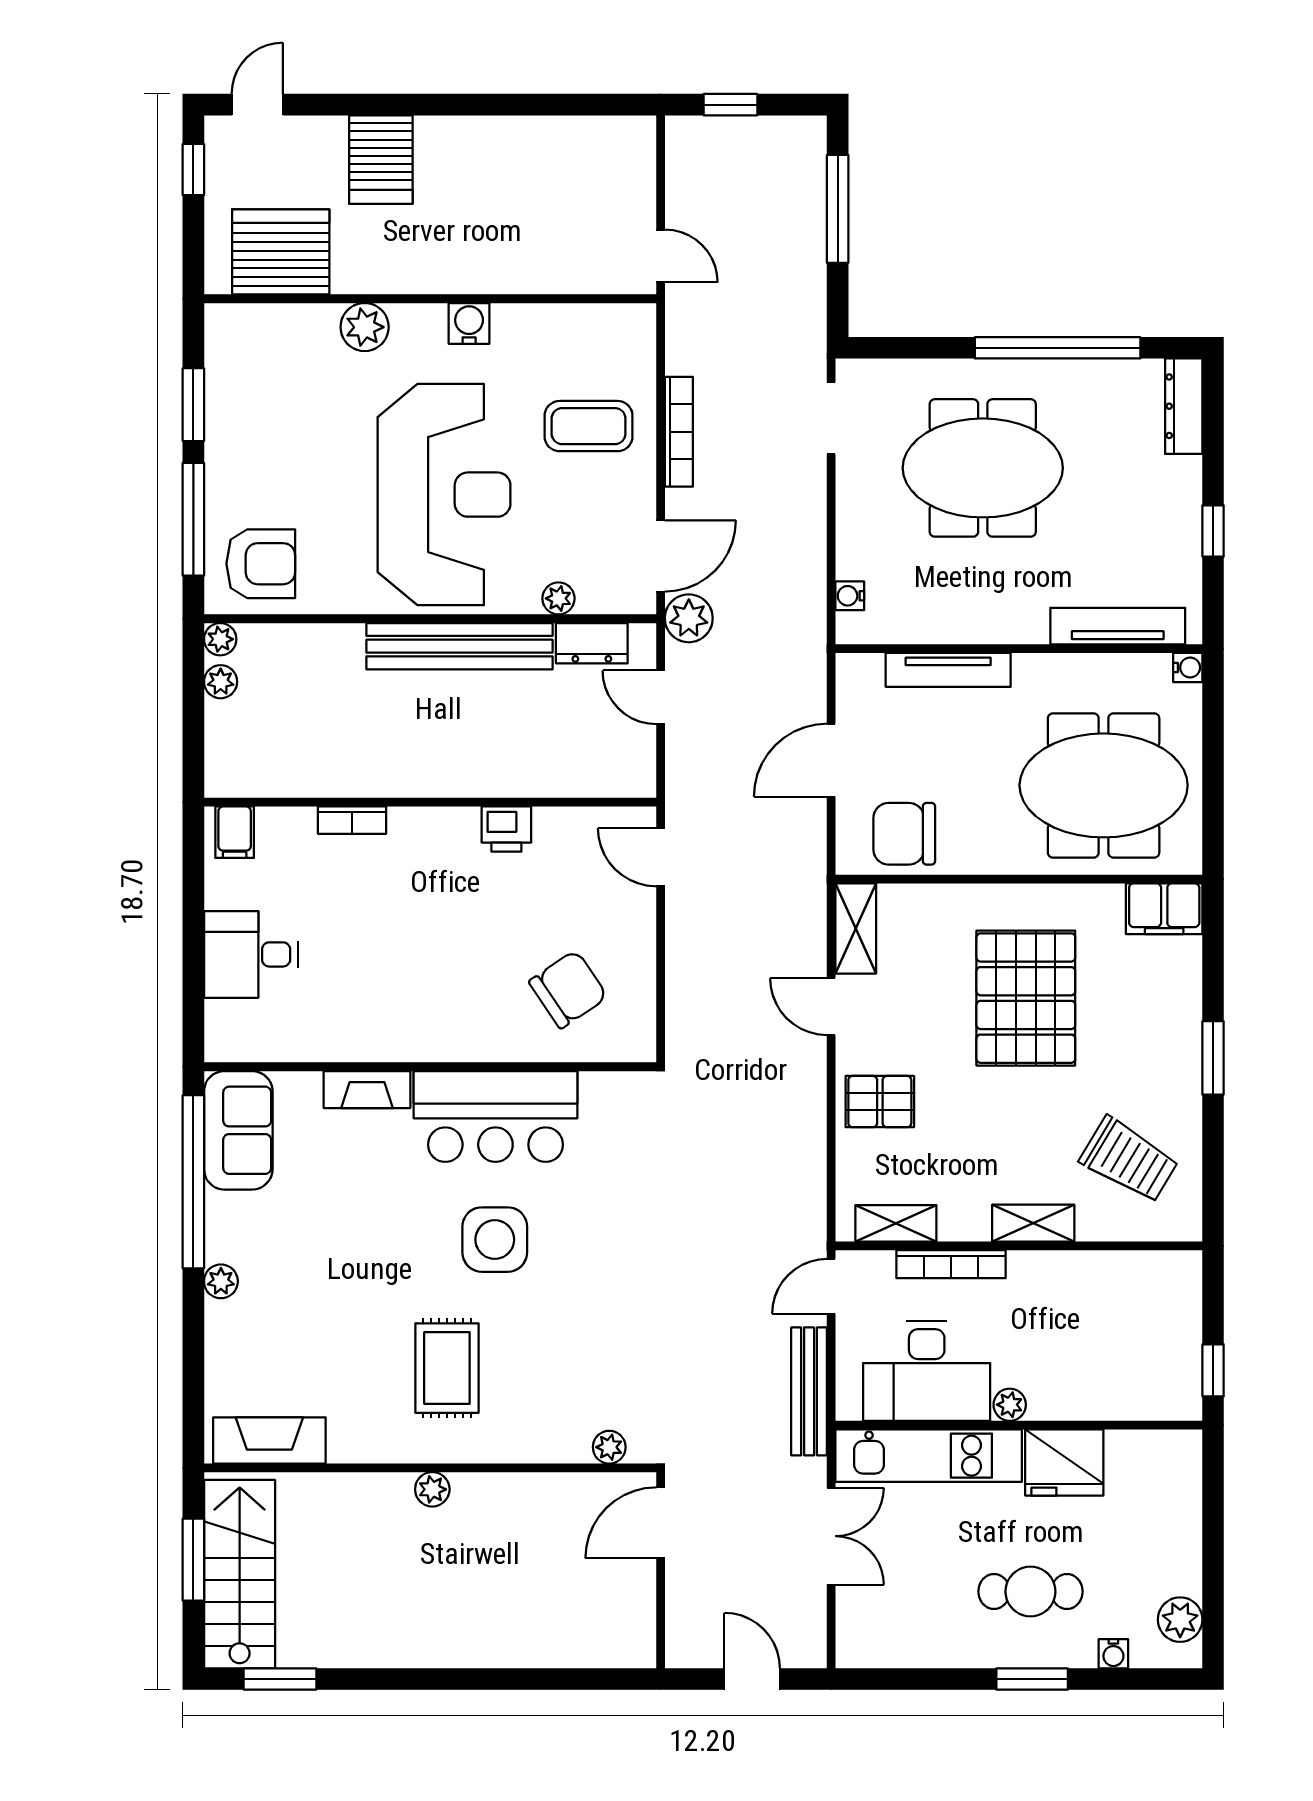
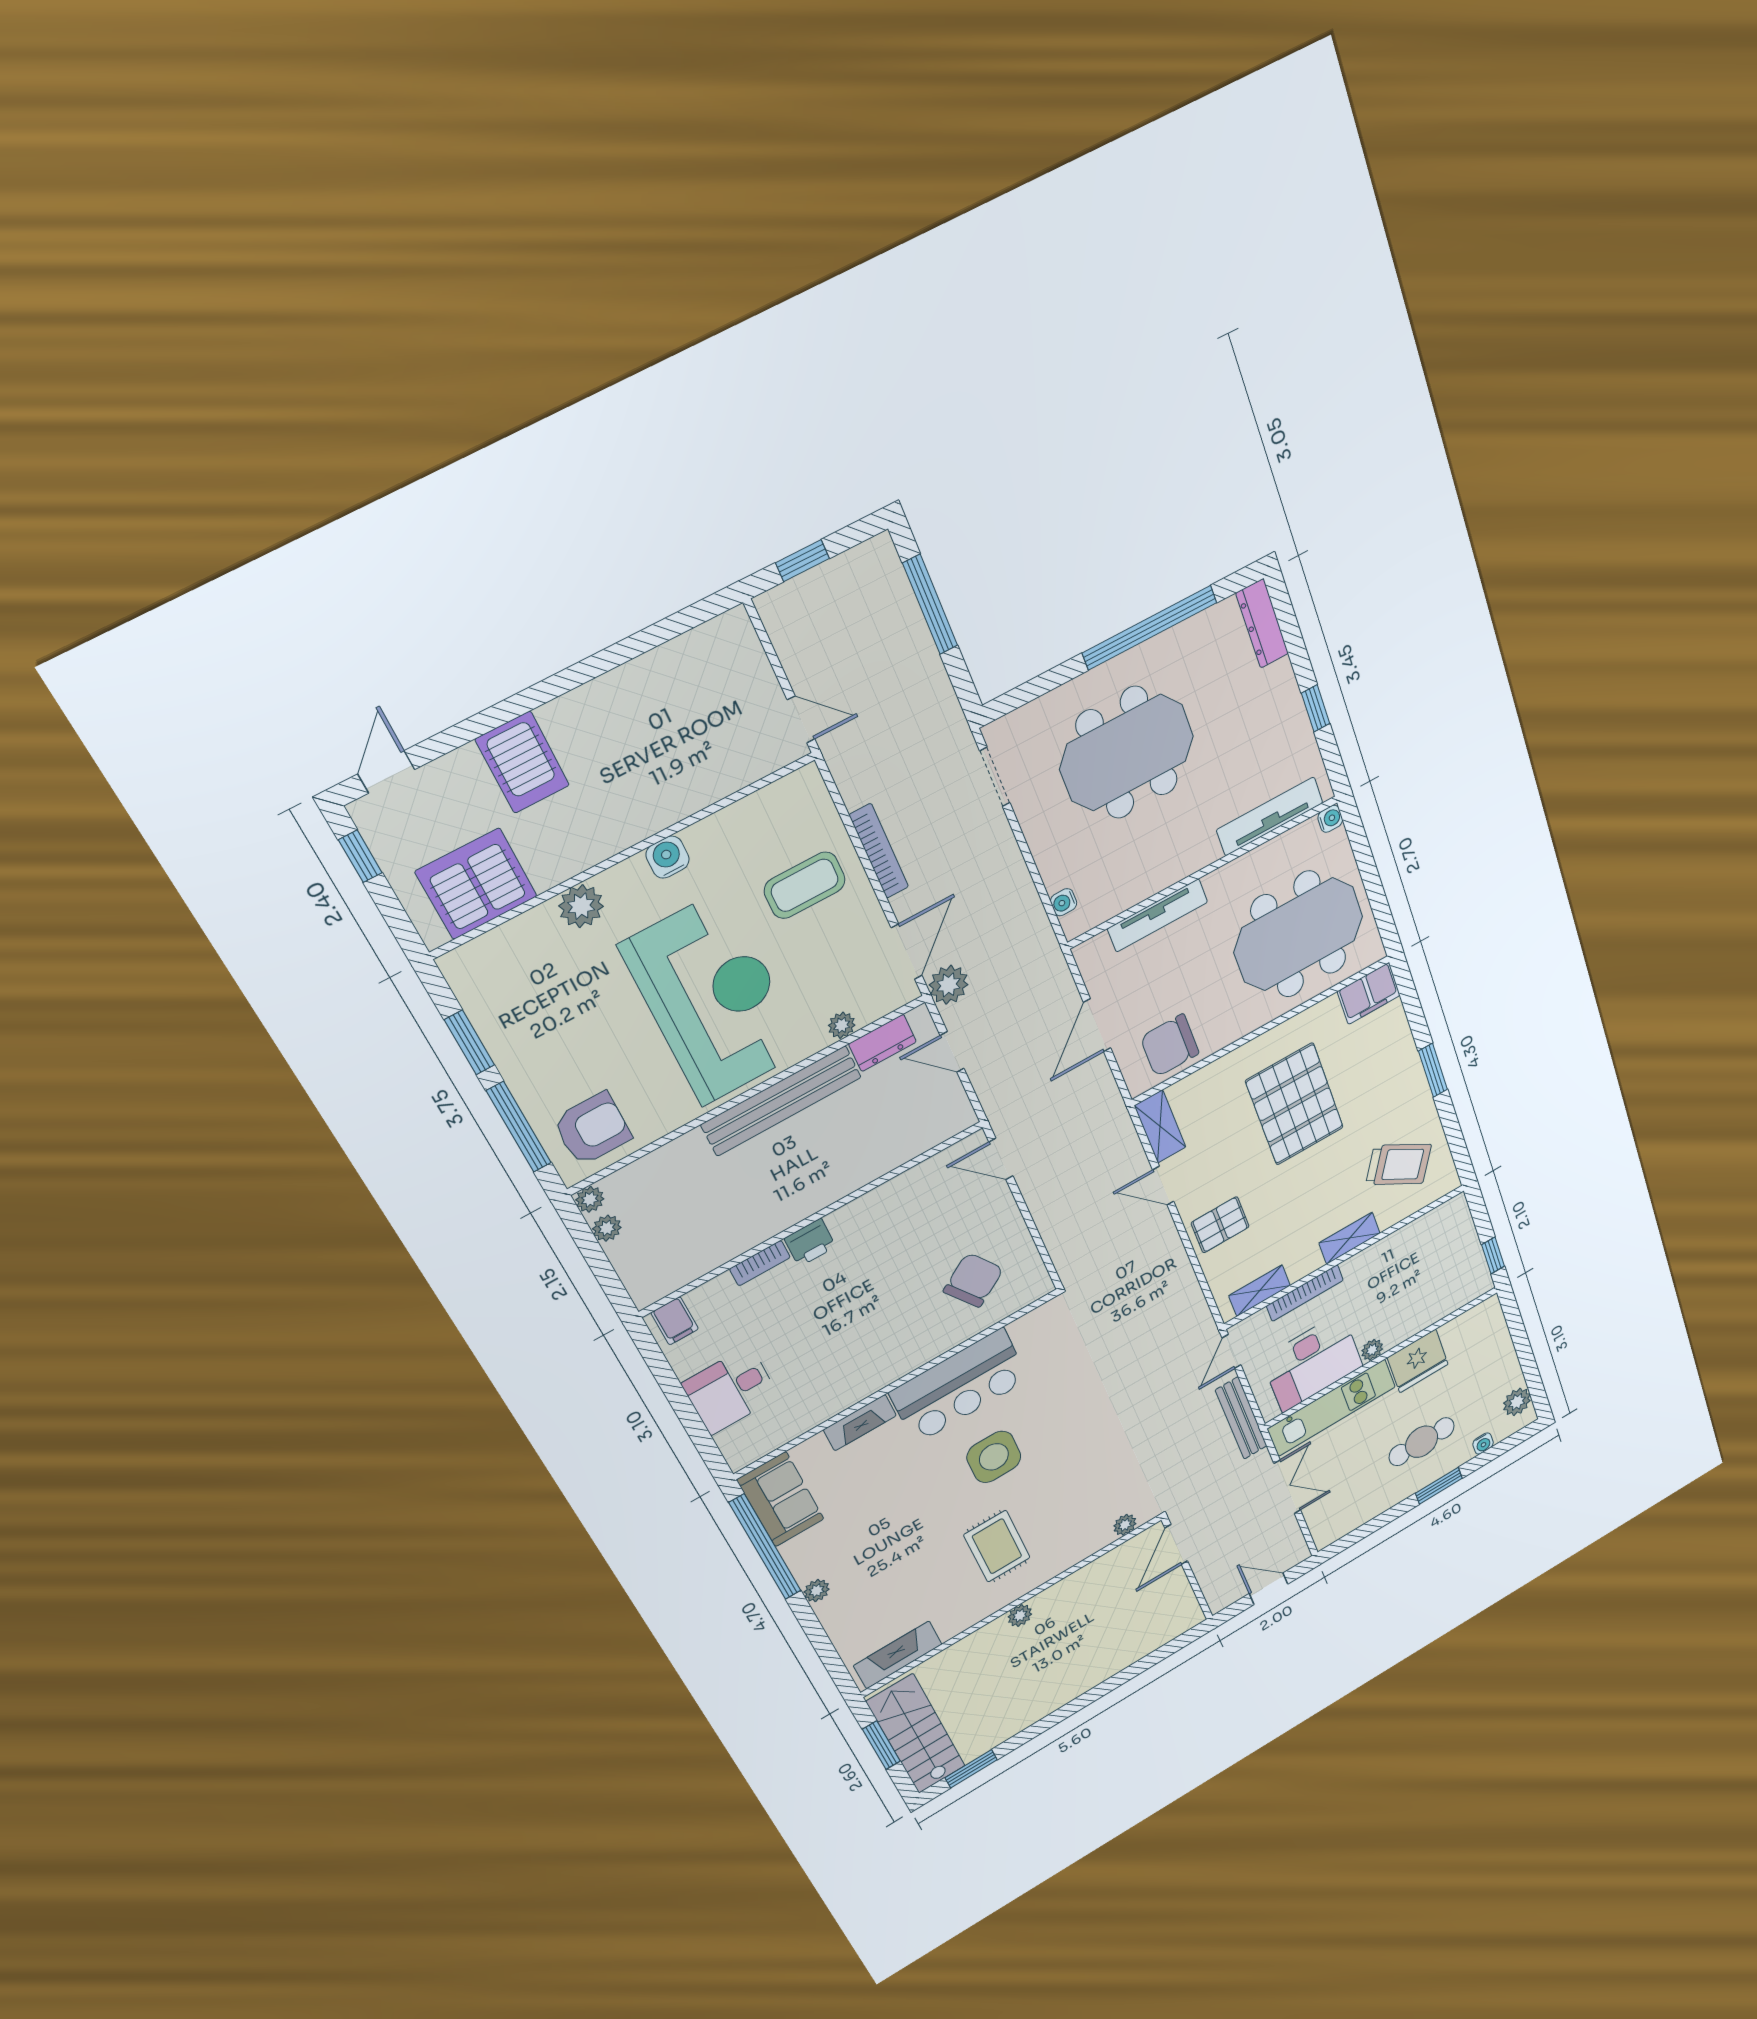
printer: (506, 829) -> (810, 1243), moved

